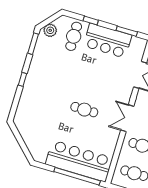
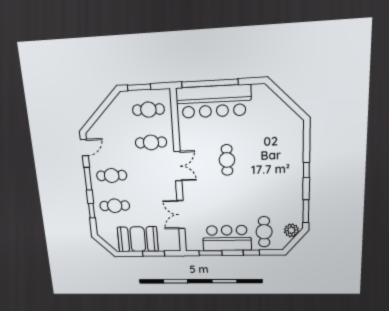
cafe table: (84, 110) -> (227, 160), turned 90

